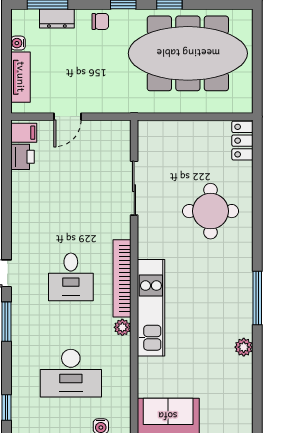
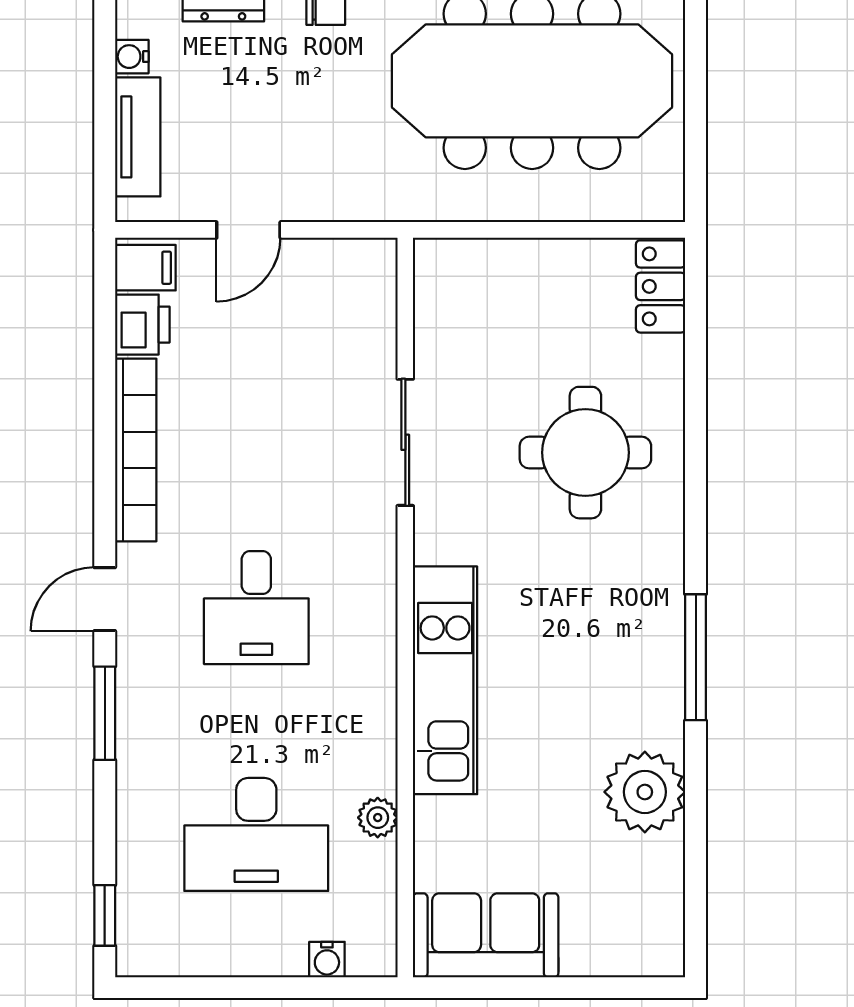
sliding door: (134, 188) -> (405, 442), moved
bookcase: (122, 278) -> (136, 450), moved, turned 180
plant: (122, 327) -> (378, 818), moved
plant: (244, 347) -> (645, 792), width x1.87, depth x1.87

